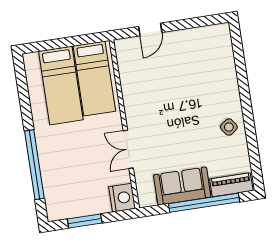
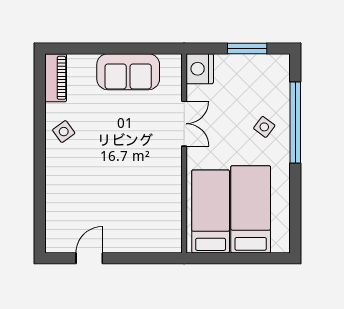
door: (150, 29) -> (89, 258), moved
side table: (60, 157) -> (264, 127), added
piano: (231, 185) -> (56, 78), moved, turned -90
window: (204, 203) -> (106, 48), removed

